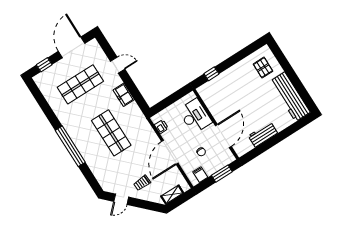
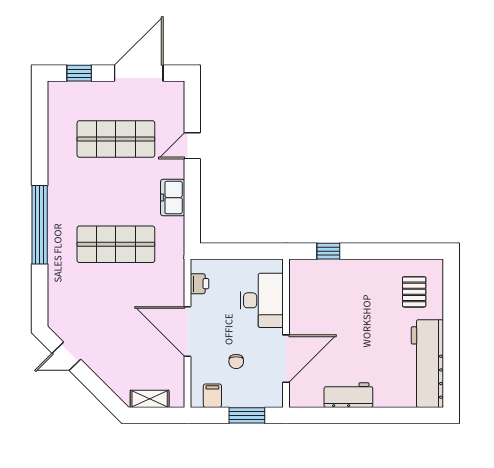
door: (118, 65) -> (192, 146), swing flipped
shop shelf: (111, 133) -> (116, 244), turned 90
door: (170, 152) -> (187, 332), hinge flipped
trolley: (142, 183) -> (114, 351), removed

